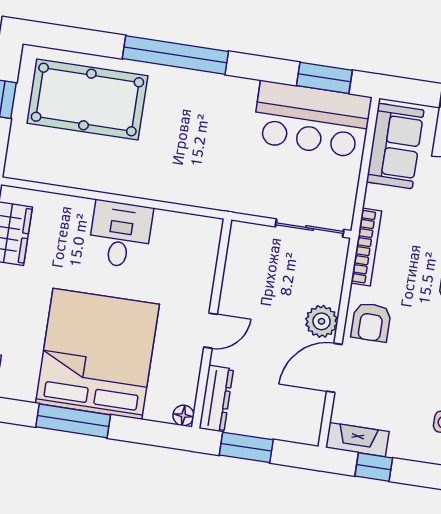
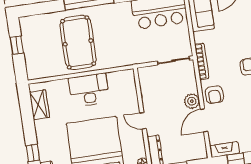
pool table: (87, 99) -> (78, 42), moved, turned 90
desk: (120, 234) -> (89, 90), width x1.37
door: (210, 331) -> (143, 121), swing flipped

